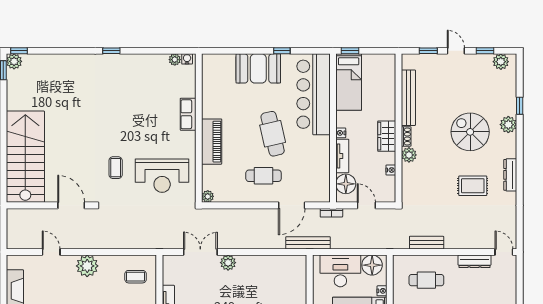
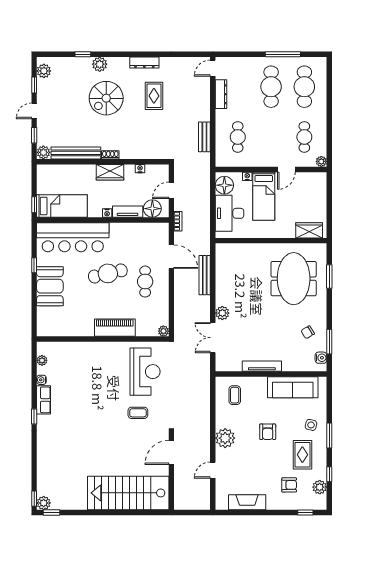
water cooler: (187, 59) -> (41, 380), moved
row of seats: (188, 114) -> (44, 400), moved, turned -90
plant: (409, 155) -> (43, 152), moved
bench: (308, 243) -> (205, 275), moved

